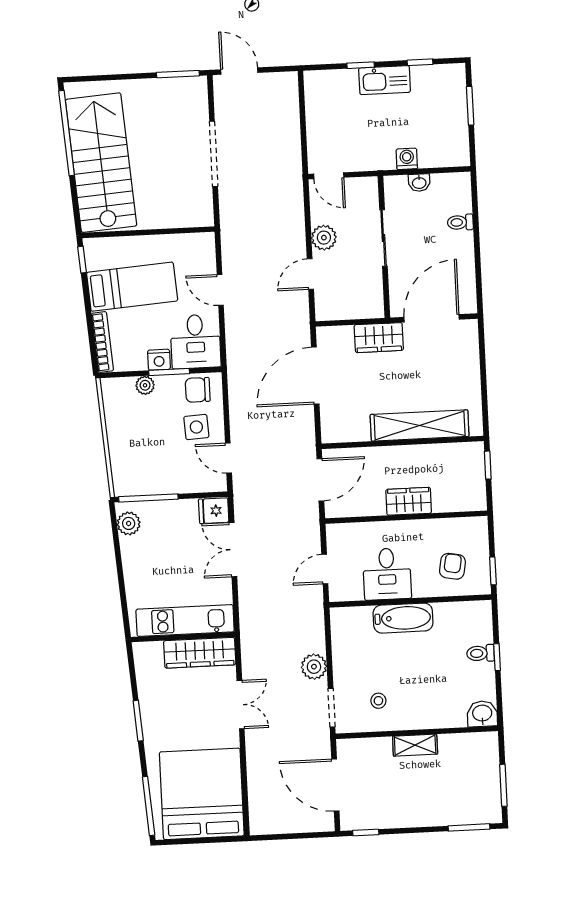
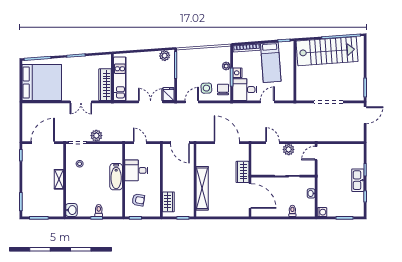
washing machine: (407, 159) -> (322, 212), moved
wardrobe: (409, 501) -> (168, 202), moved

